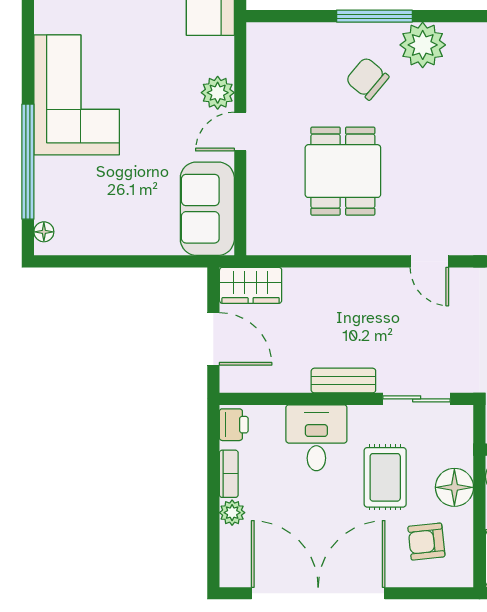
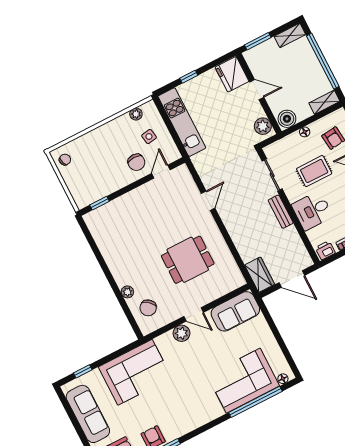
window: (374, 16) -> (112, 281), removed
plant: (423, 45) -> (127, 292), moved, width x0.53, depth x0.53
chair: (367, 79) -> (148, 308), moved
corner sofa: (77, 95) -> (243, 381), moved
door: (213, 339) -> (292, 279), swing flipped
floor lamp: (454, 487) -> (305, 132), width x0.53, depth x0.53

